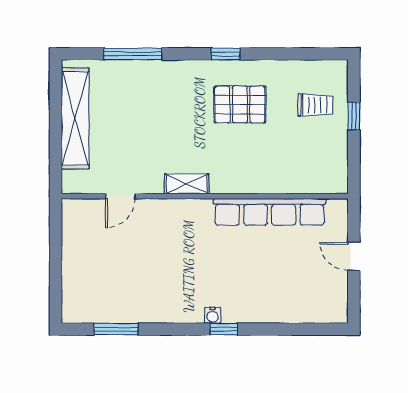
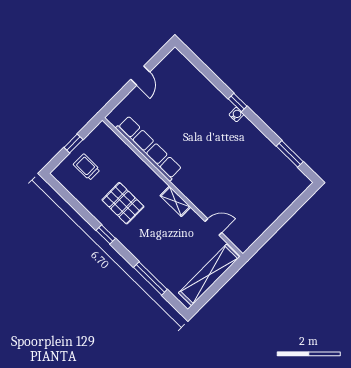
shelving: (187, 184) -> (175, 201), moved
door: (120, 196) -> (213, 227), moved
wall: (205, 196) -> (173, 187), moved
row of seats: (270, 212) -> (149, 148), moved

